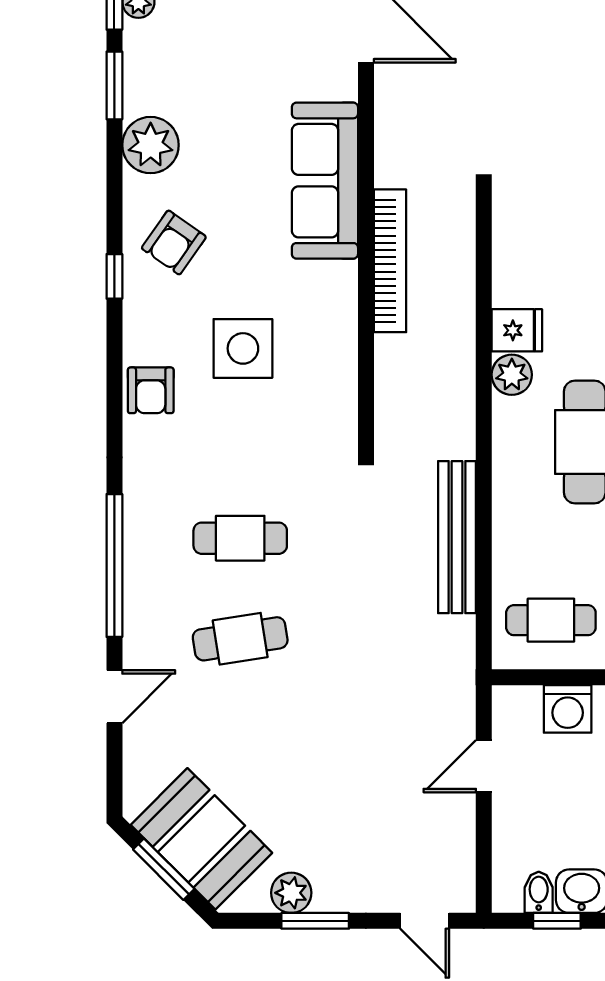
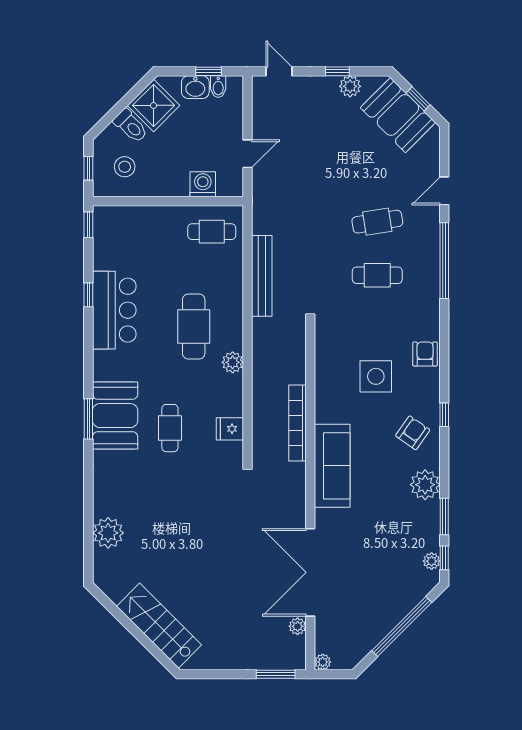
fridge: (517, 330) -> (230, 429), moved
window: (164, 869) -> (418, 99), width x0.67
window: (315, 921) -> (337, 71), width x0.67

